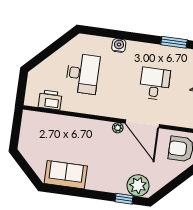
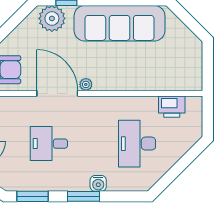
window: (132, 37) -> (84, 196), added
desk: (155, 84) -> (49, 144), turned 90
sofa: (66, 175) -> (120, 23), width x1.85, depth x1.27

